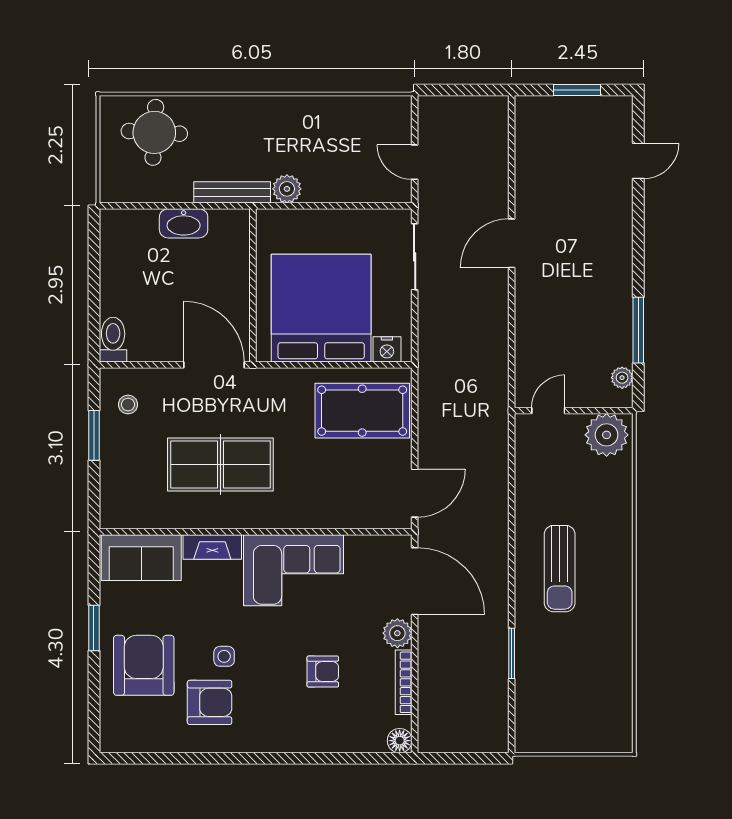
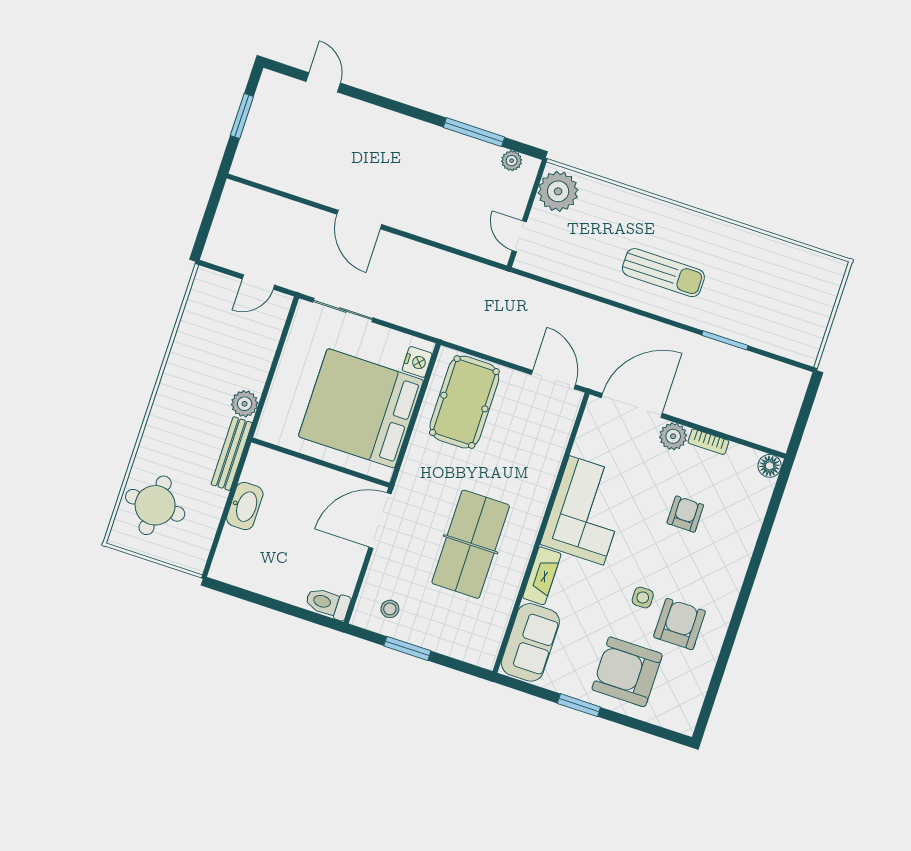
bookcase: (404, 682) -> (708, 442), width x0.64

